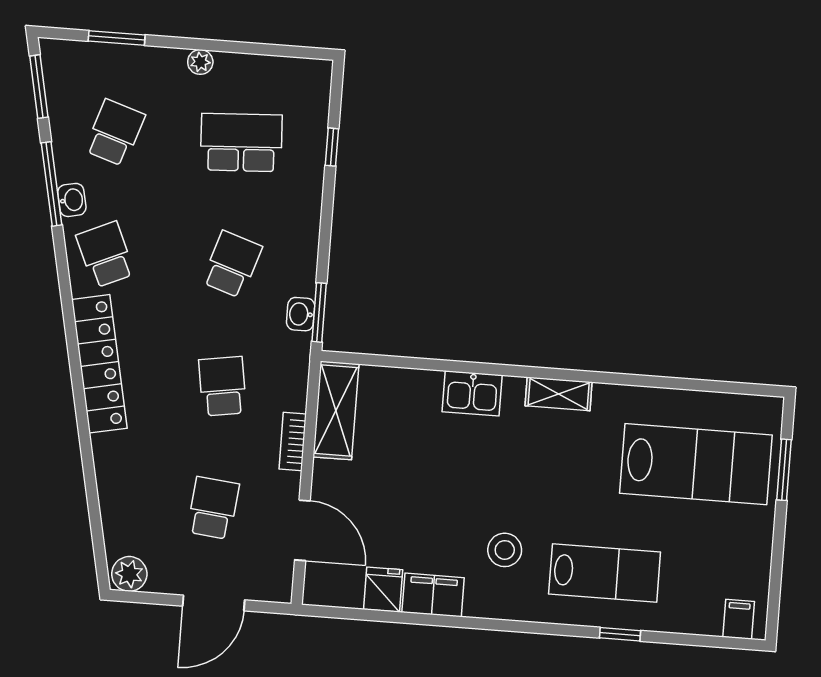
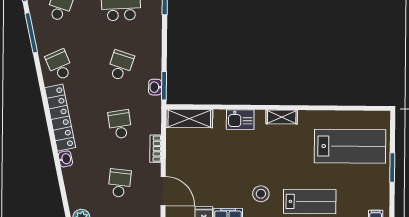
washbasin: (72, 200) -> (65, 159), moved
shelving: (336, 410) -> (189, 118), moved, turned 90
window: (784, 470) -> (392, 167), moved

